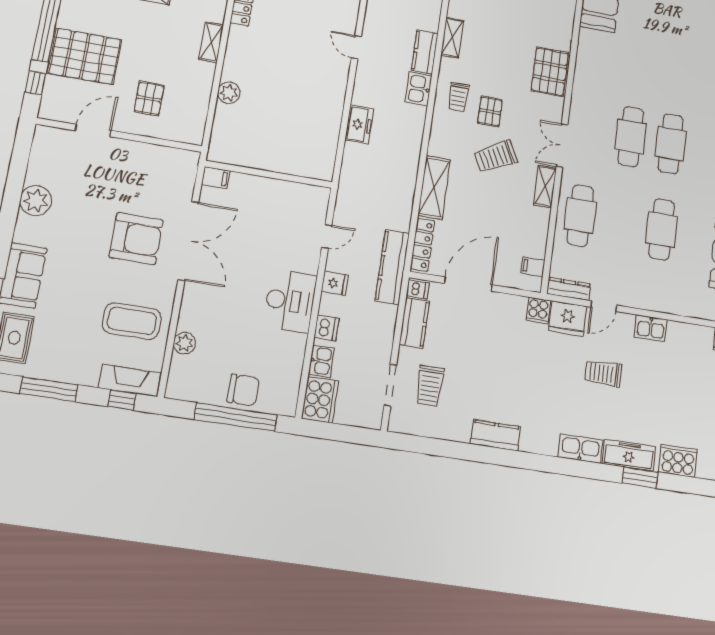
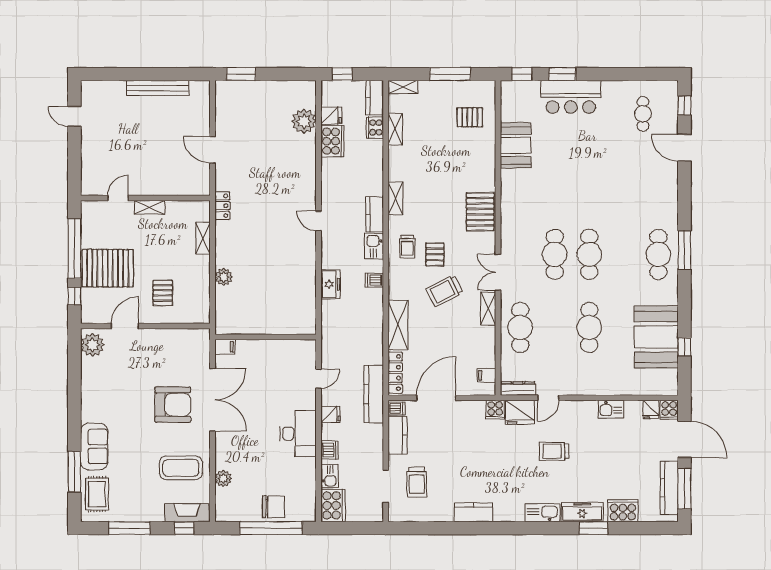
dishwasher: (413, 129) -> (374, 280), added
plant: (36, 201) -> (92, 345), moved
kitchen sink: (651, 328) -> (611, 409), moved

